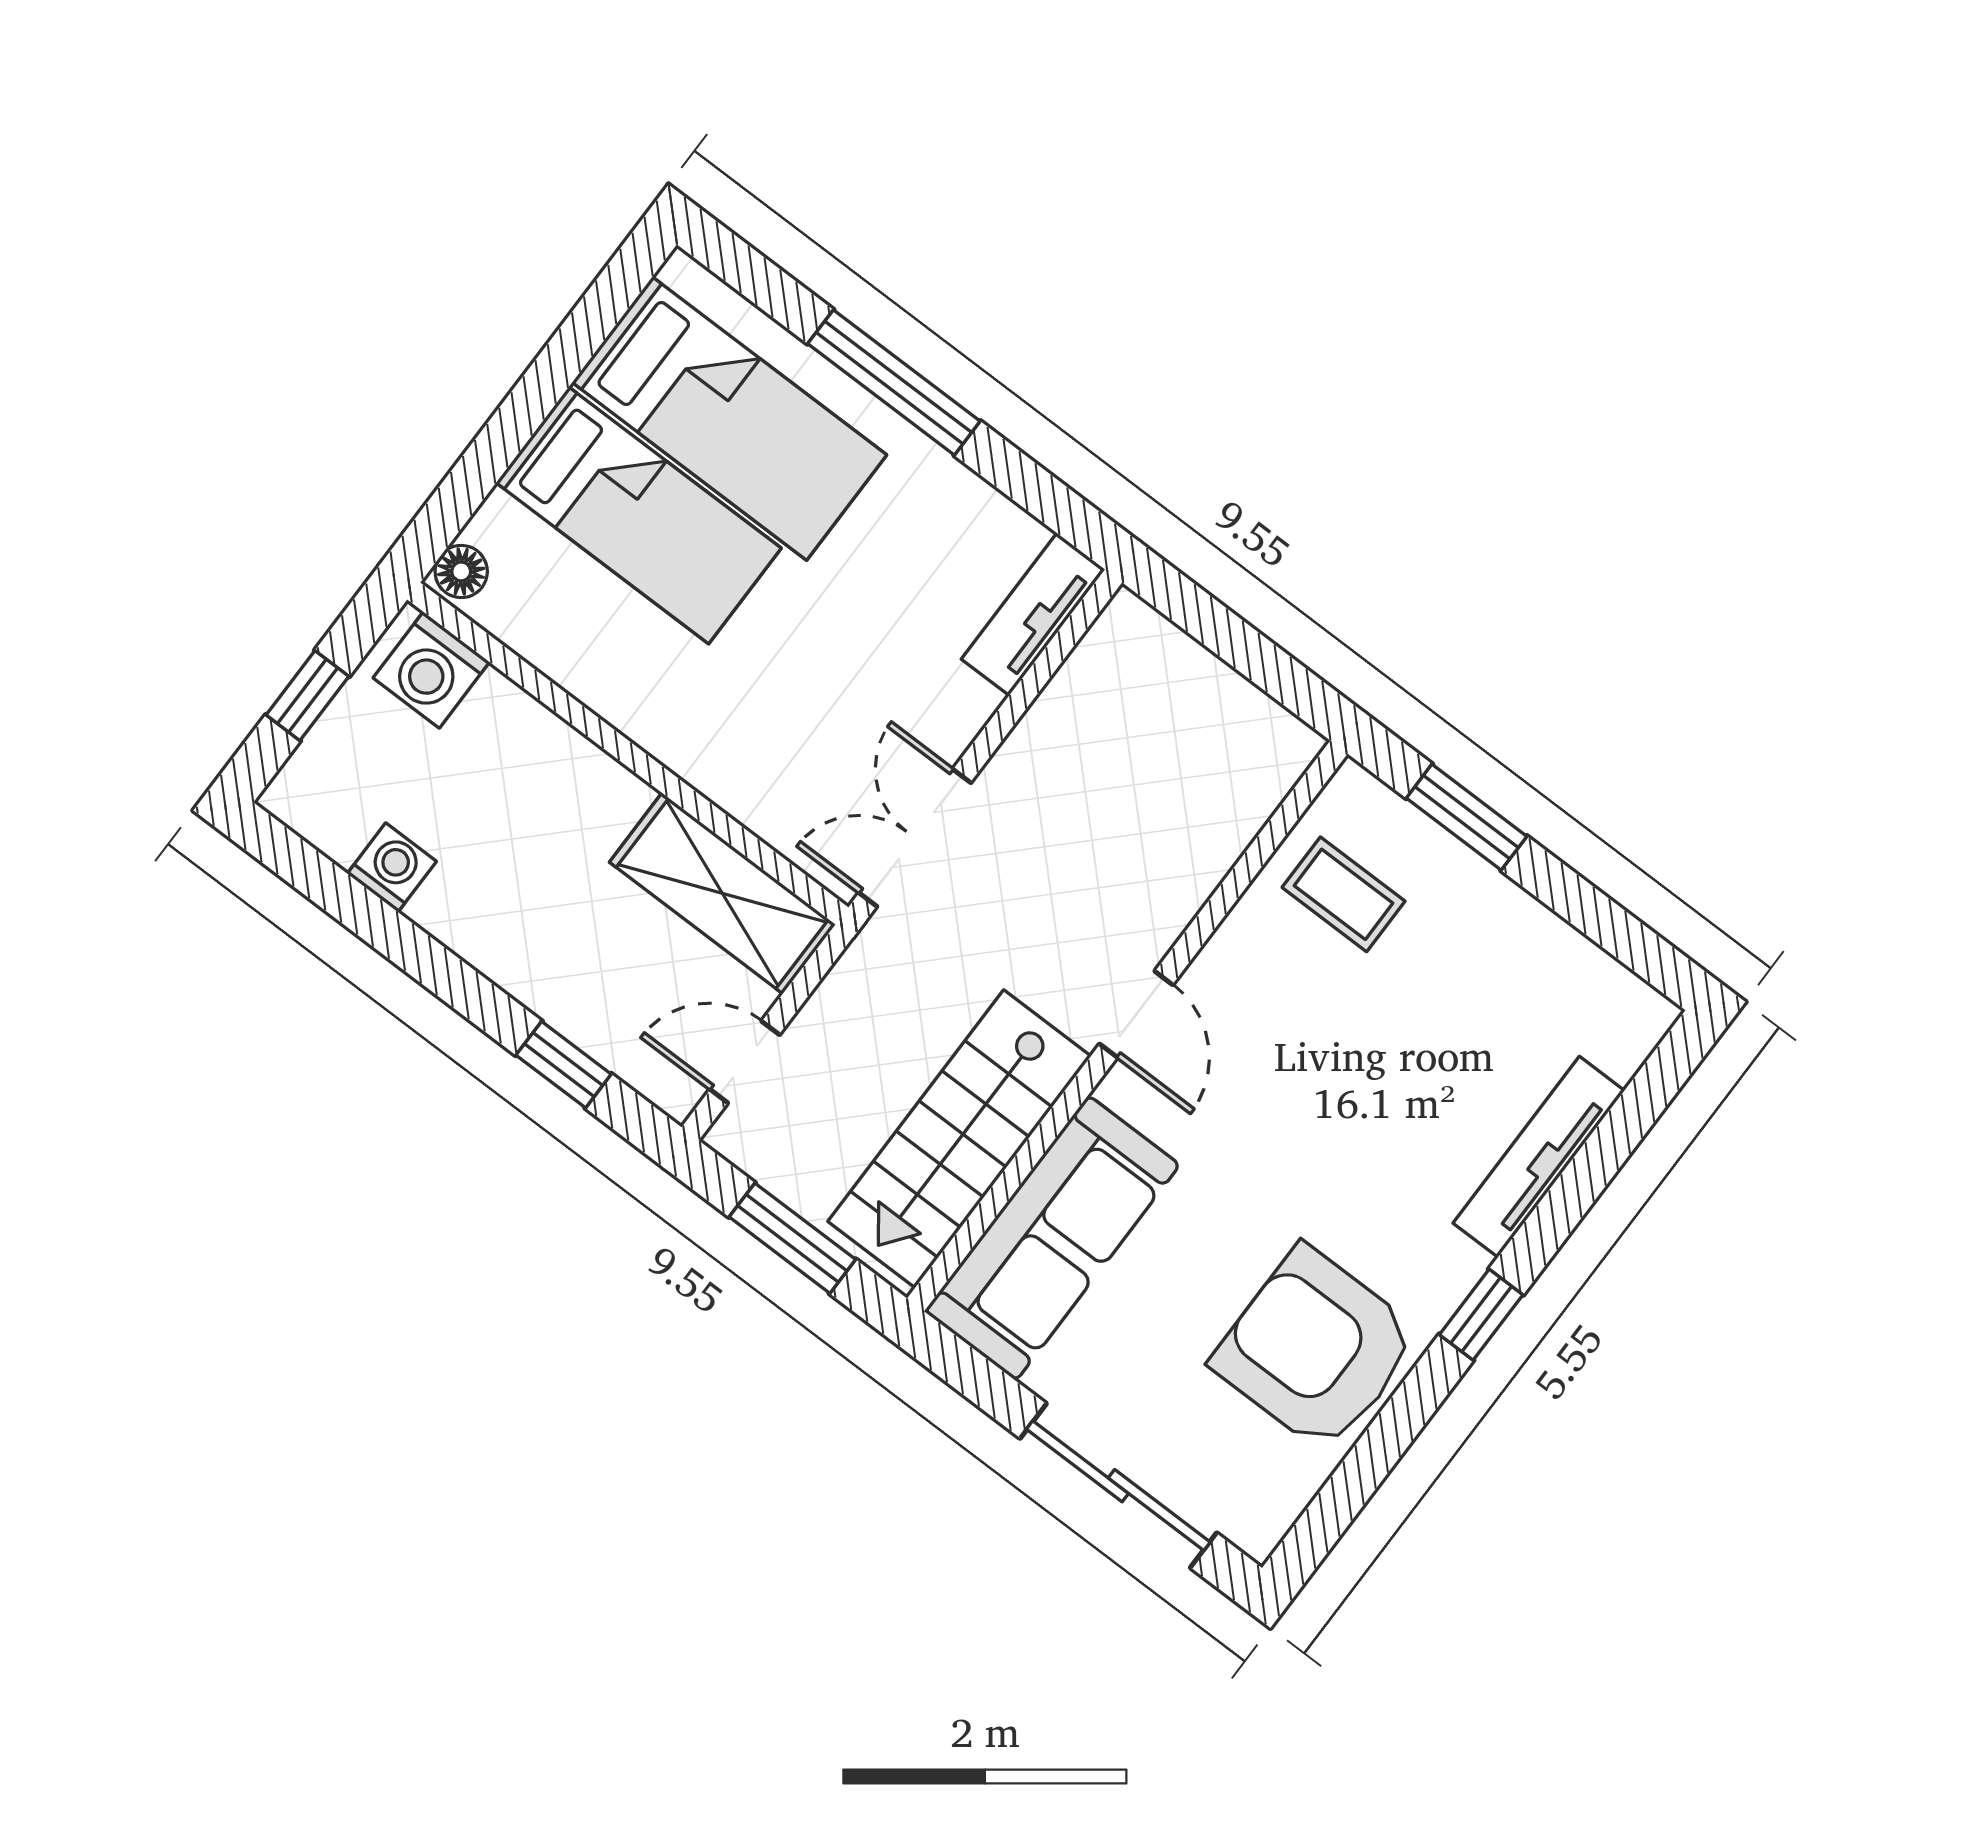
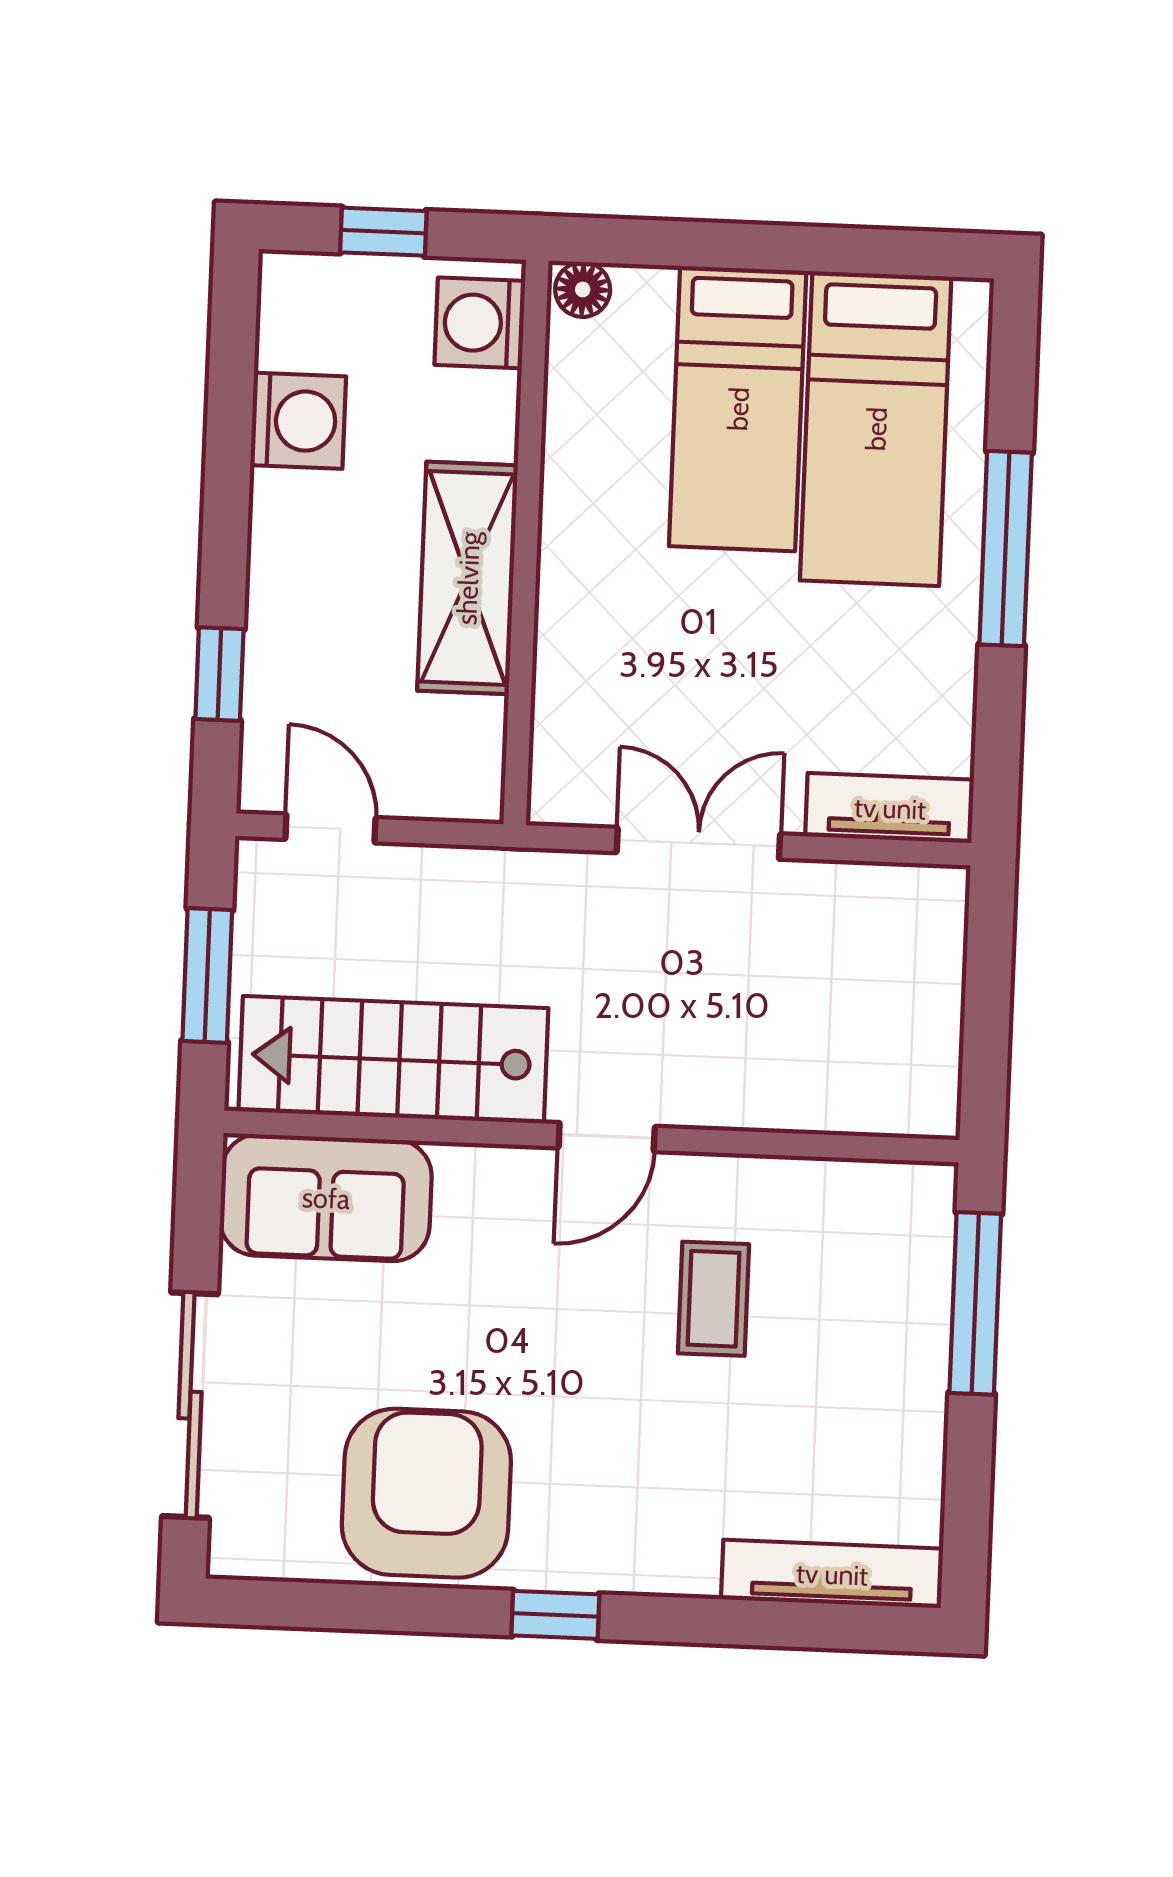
window: (1467, 817) -> (975, 1303), width x1.44
double door: (915, 838) -> (698, 843), moved
washing machine: (392, 867) -> (298, 421), width x1.38, depth x1.38
shelving: (722, 893) -> (468, 578), moved
coffee table: (1344, 894) -> (713, 1299), moved
tv unit: (1539, 1157) -> (832, 1574), moved
sofa: (1052, 1238) -> (326, 1198), width x0.73

